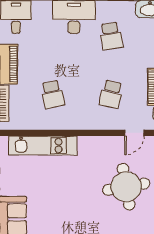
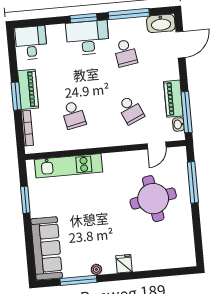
school desk: (111, 94) -> (131, 110), turned -36

